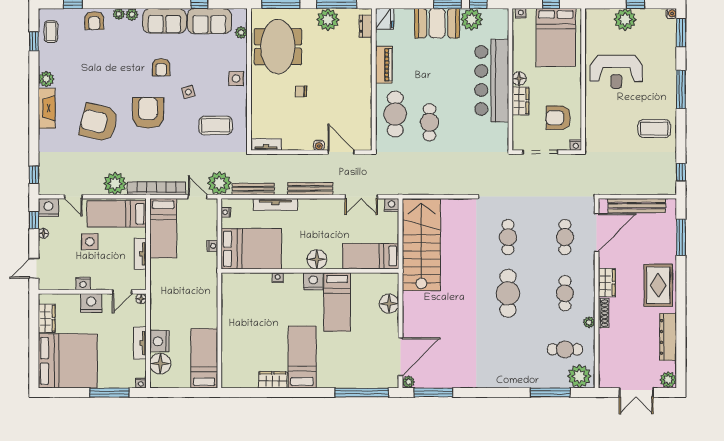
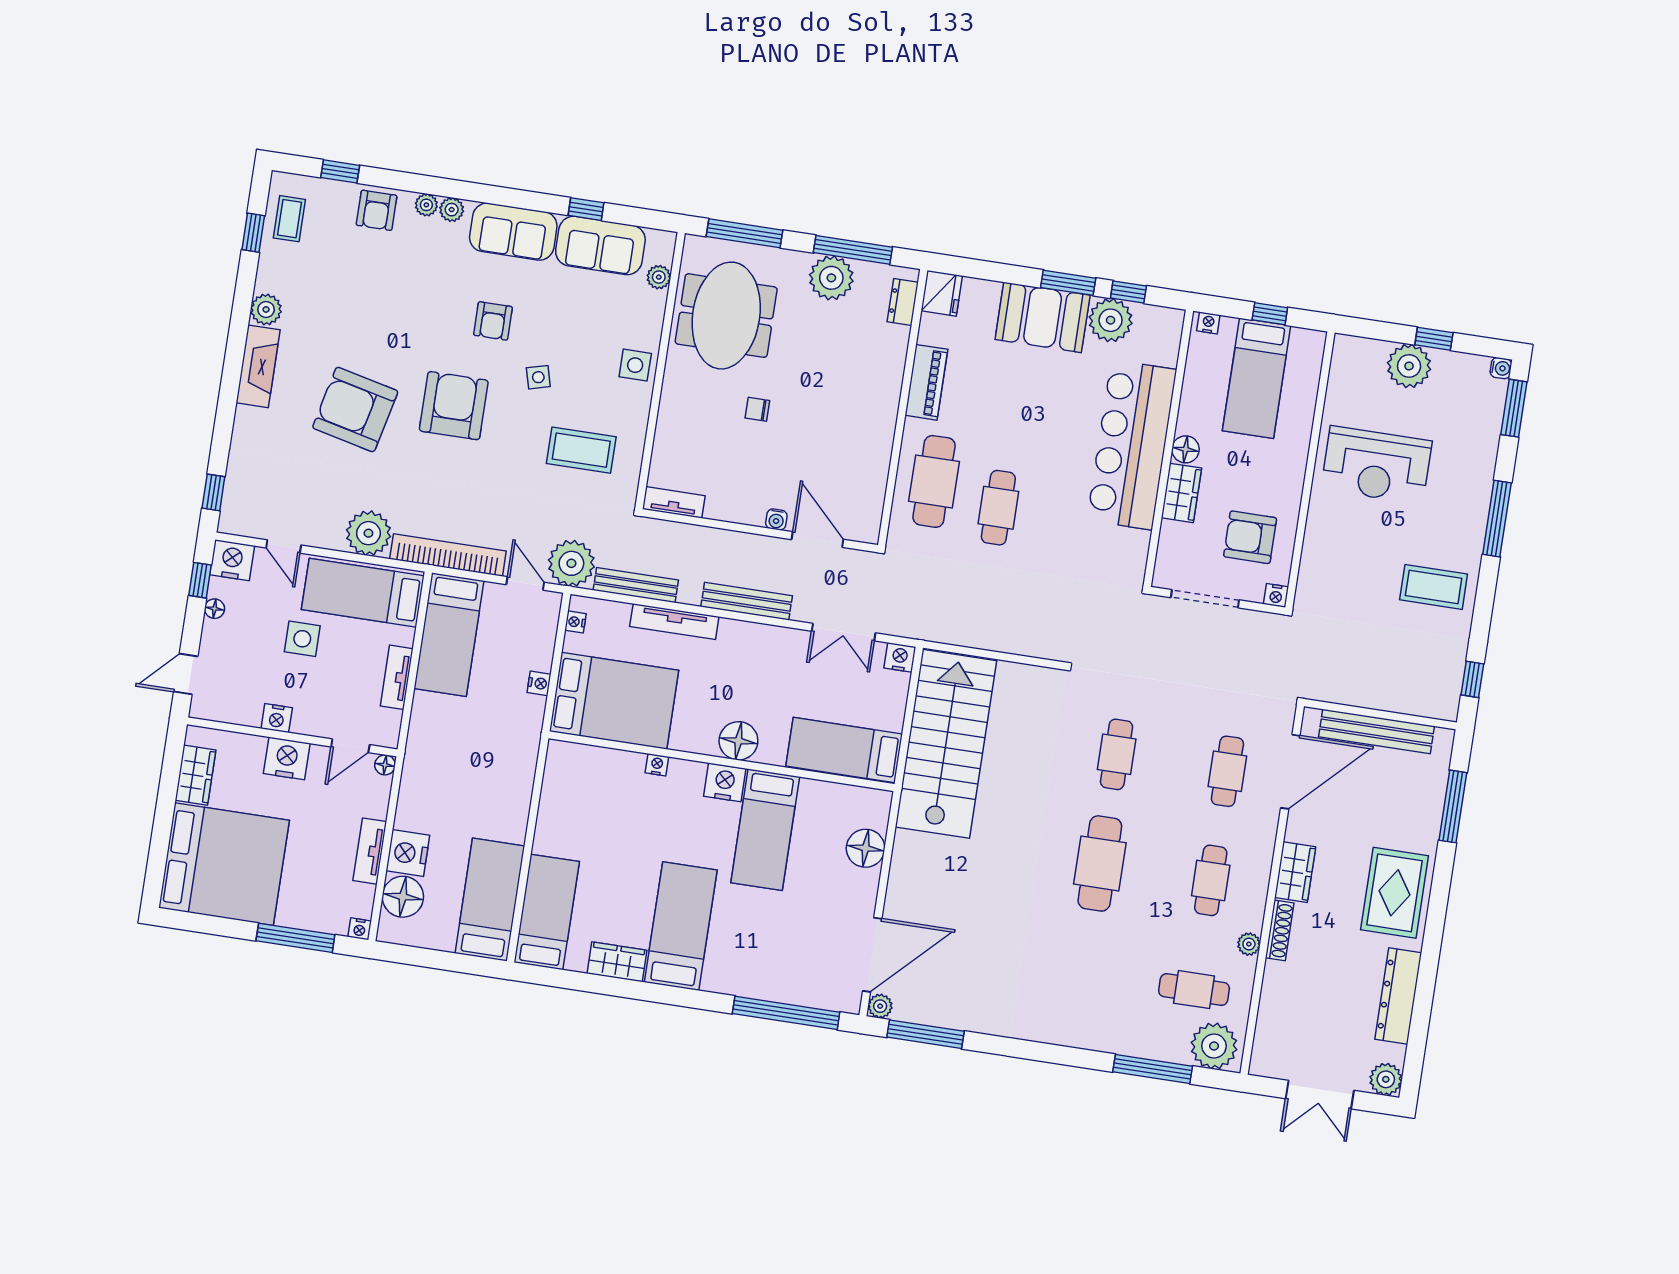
bed: (556, 37) -> (1257, 378), width x0.67
bed: (234, 360) -> (547, 912), added

